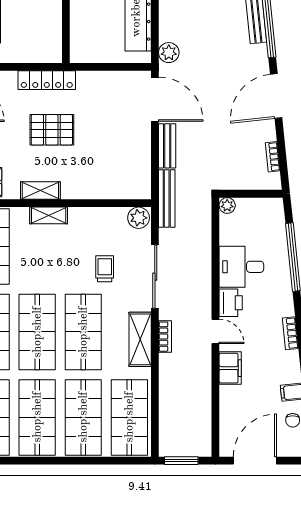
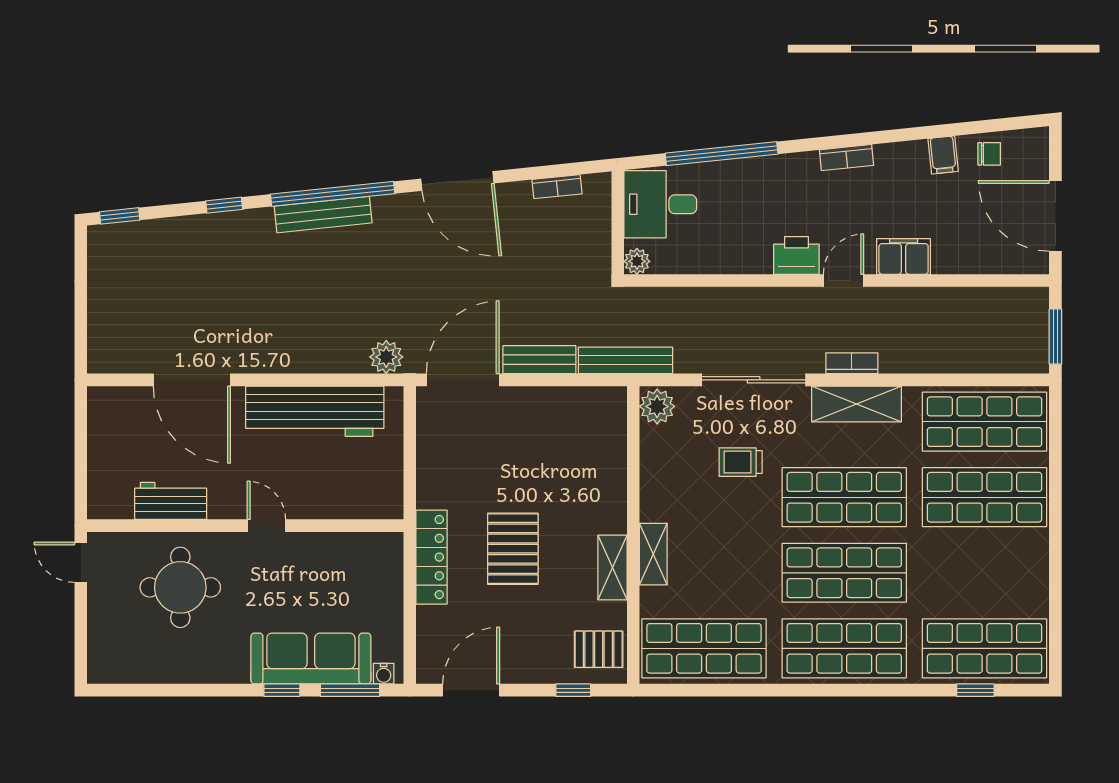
desk: (241, 267) -> (660, 204), moved, turned 90
shop shelf: (37, 417) -> (985, 573), removed

